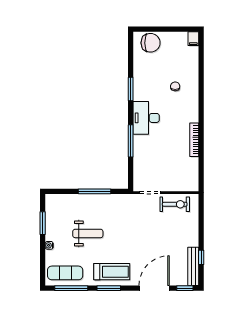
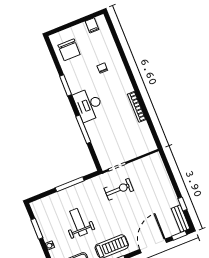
filing cabinet: (193, 39) -> (92, 25), moved
chair: (151, 43) -> (69, 50), moved, turned 90
exercise bike: (175, 204) -> (119, 189), moved
weight bench: (88, 233) -> (78, 222), turned -90
bench: (193, 266) -> (181, 219), width x0.73

